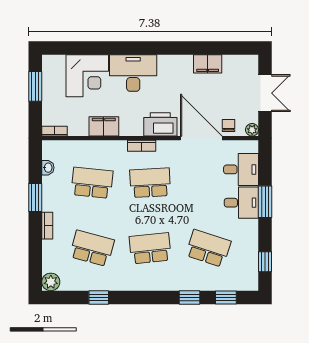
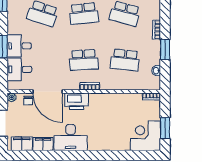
desk: (133, 73) -> (71, 138), moved
corner desk: (87, 76) -> (145, 136), moved
filing cabinet: (104, 126) -> (22, 144), moved, turned 180

